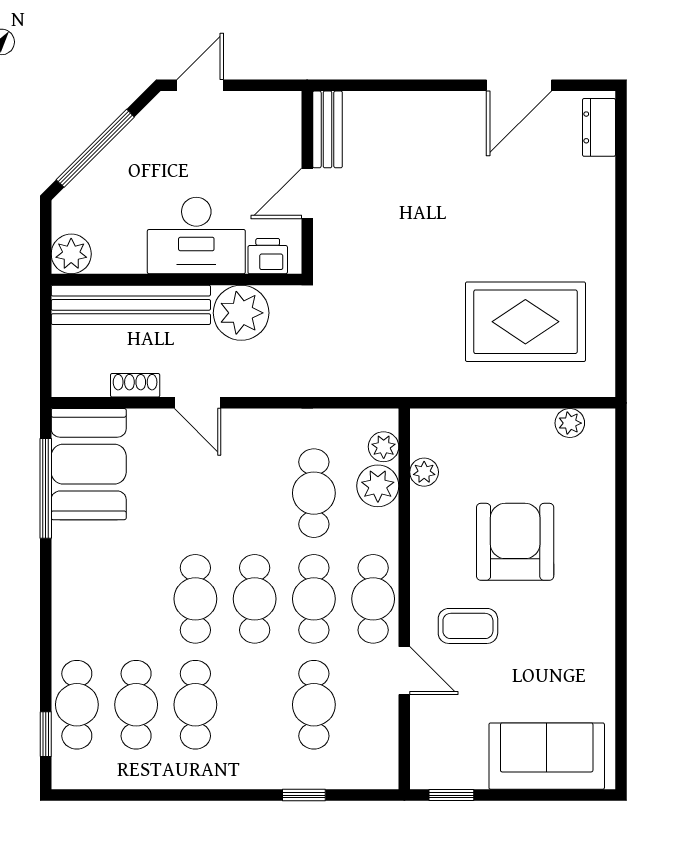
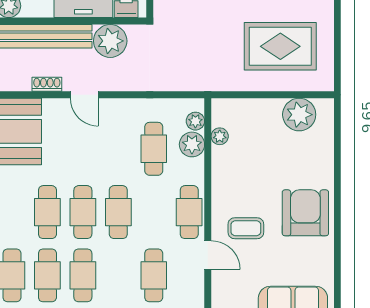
plant: (570, 423) -> (299, 115), width x1.87, depth x1.87
armchair: (515, 542) -> (305, 213), moved
cafe table: (314, 599) -> (47, 212), moved

